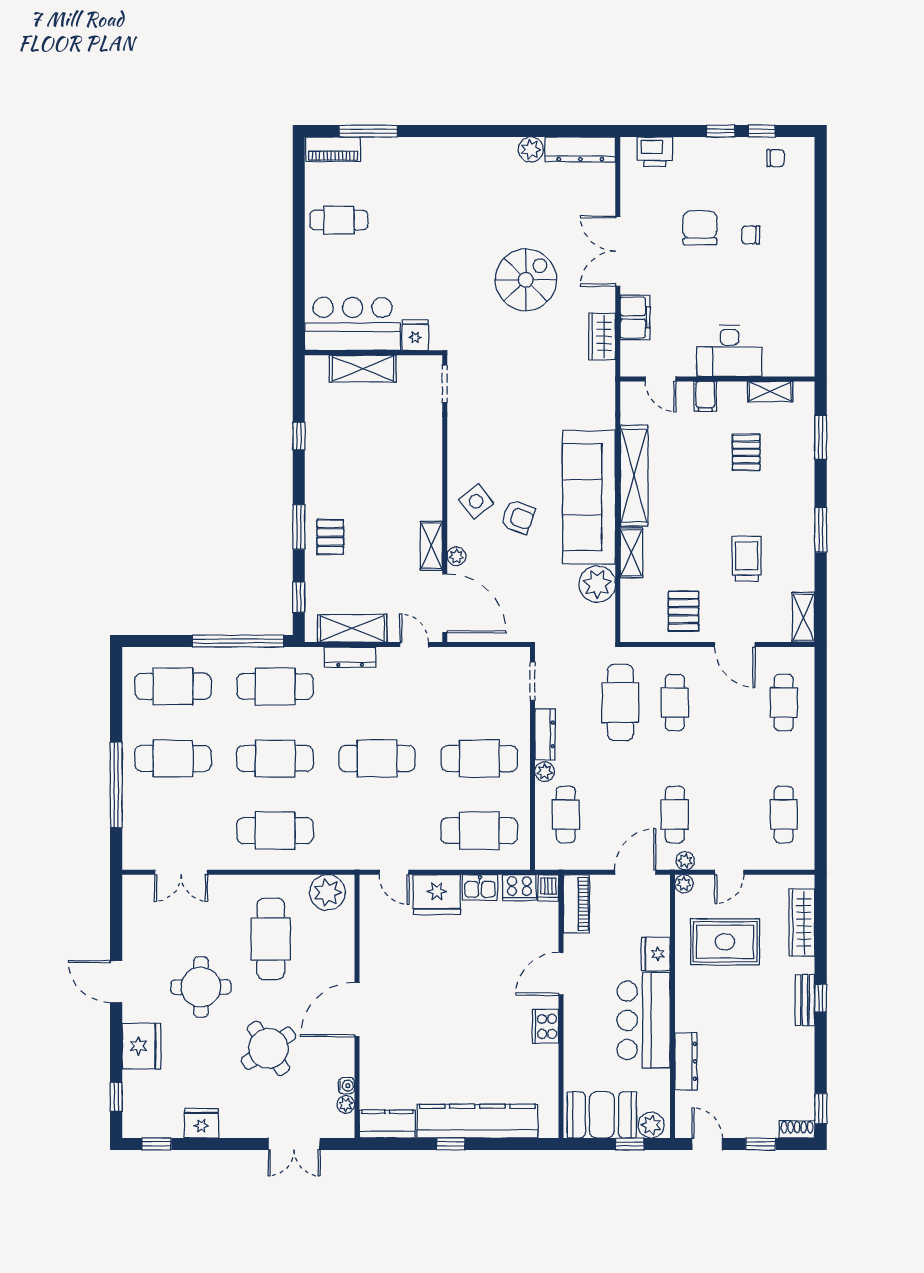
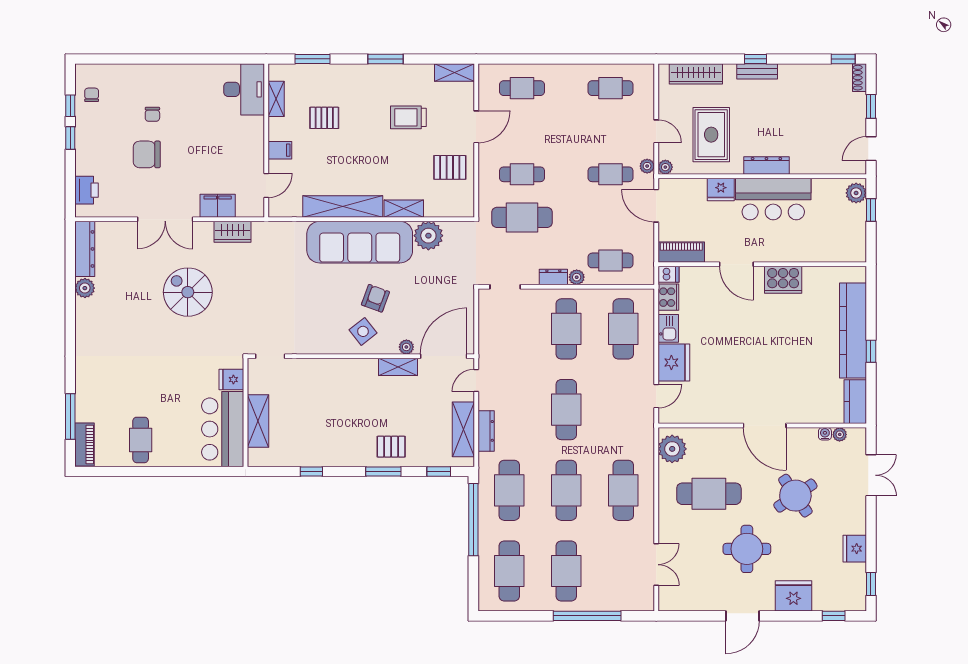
desk: (729, 351) -> (244, 89), moved
dresser: (545, 734) -> (553, 277), width x0.70
cooker: (545, 1026) -> (783, 280), width x1.37, depth x1.31
dresser: (686, 1061) -> (766, 165), moved
booth: (602, 1115) -> (848, 232), removed

